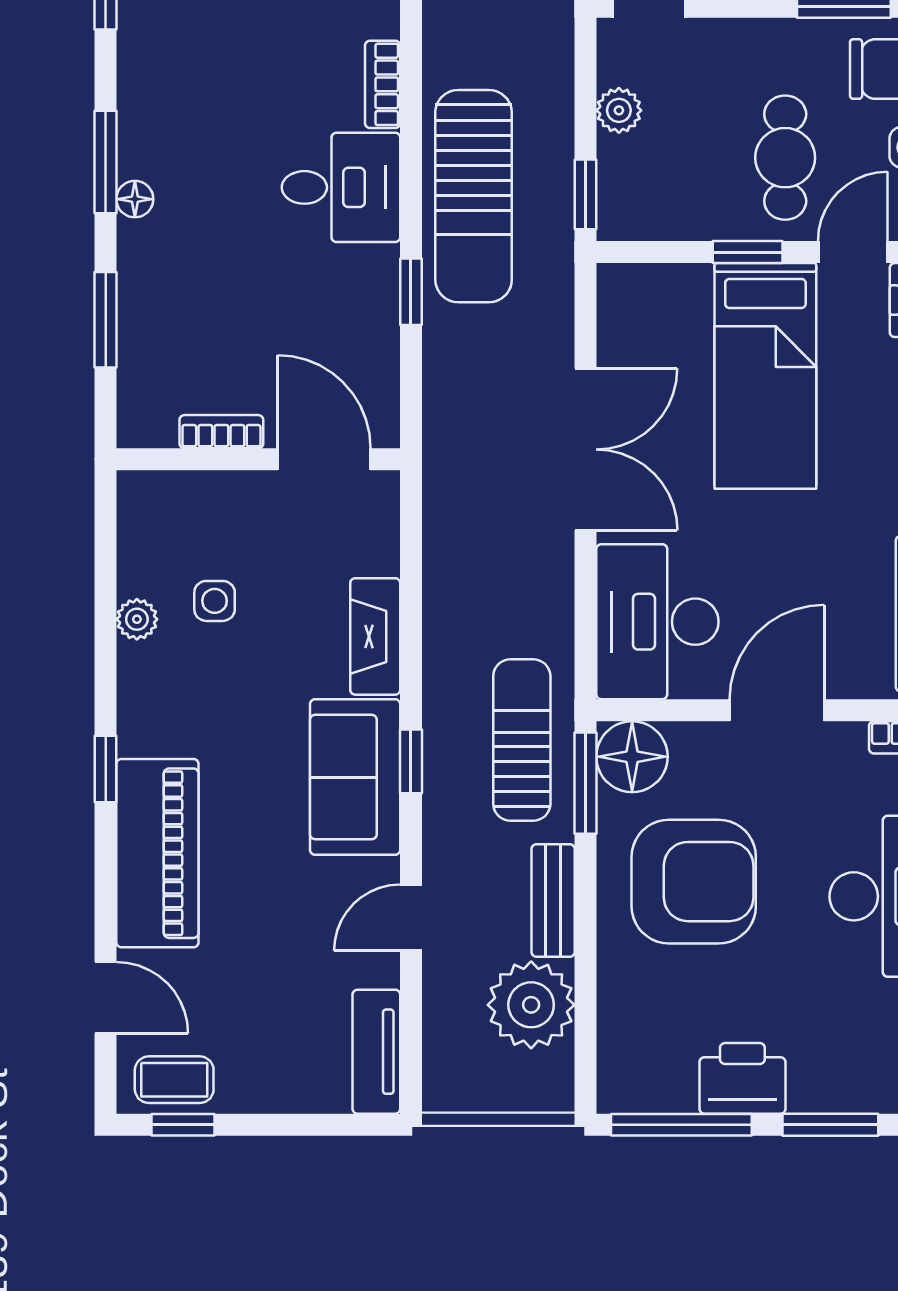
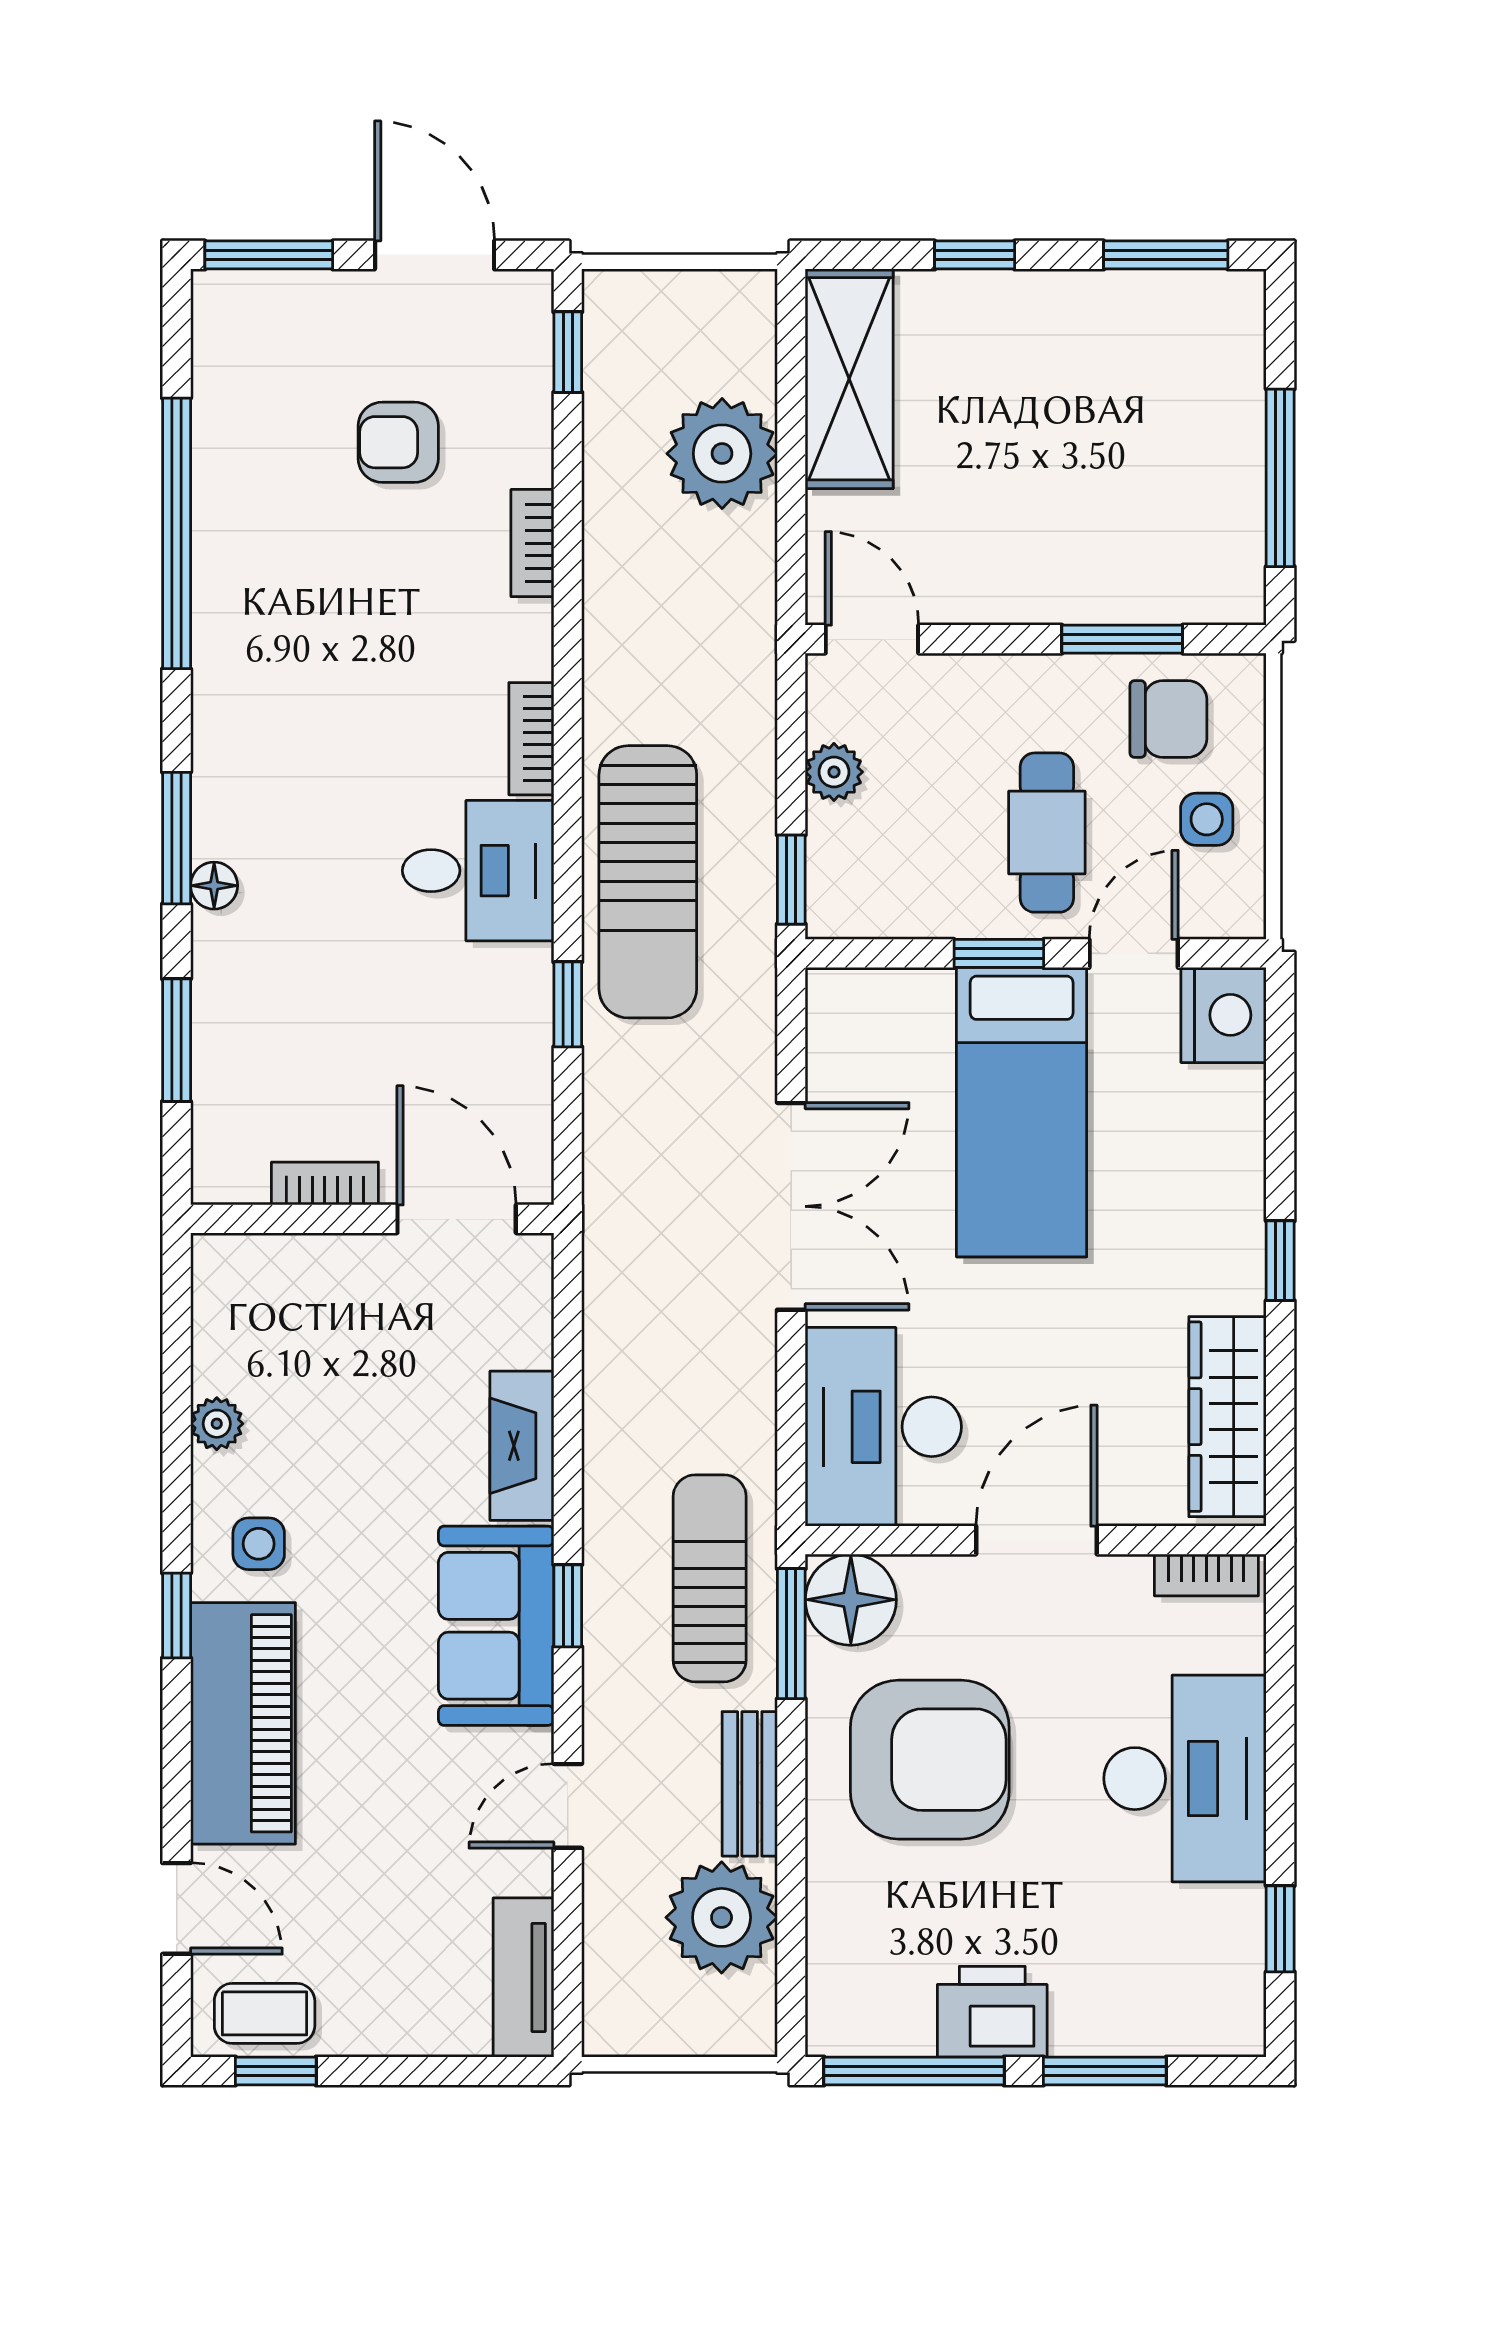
side table: (215, 601) -> (259, 1544), moved

